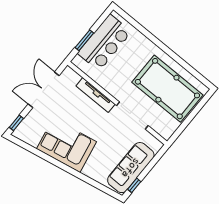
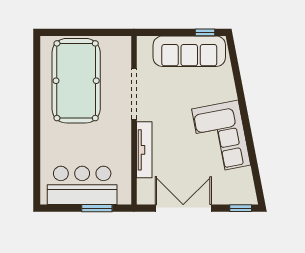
double door: (44, 90) -> (183, 208), swing flipped

